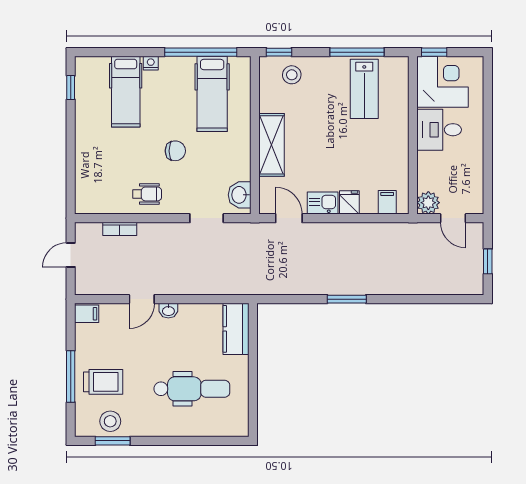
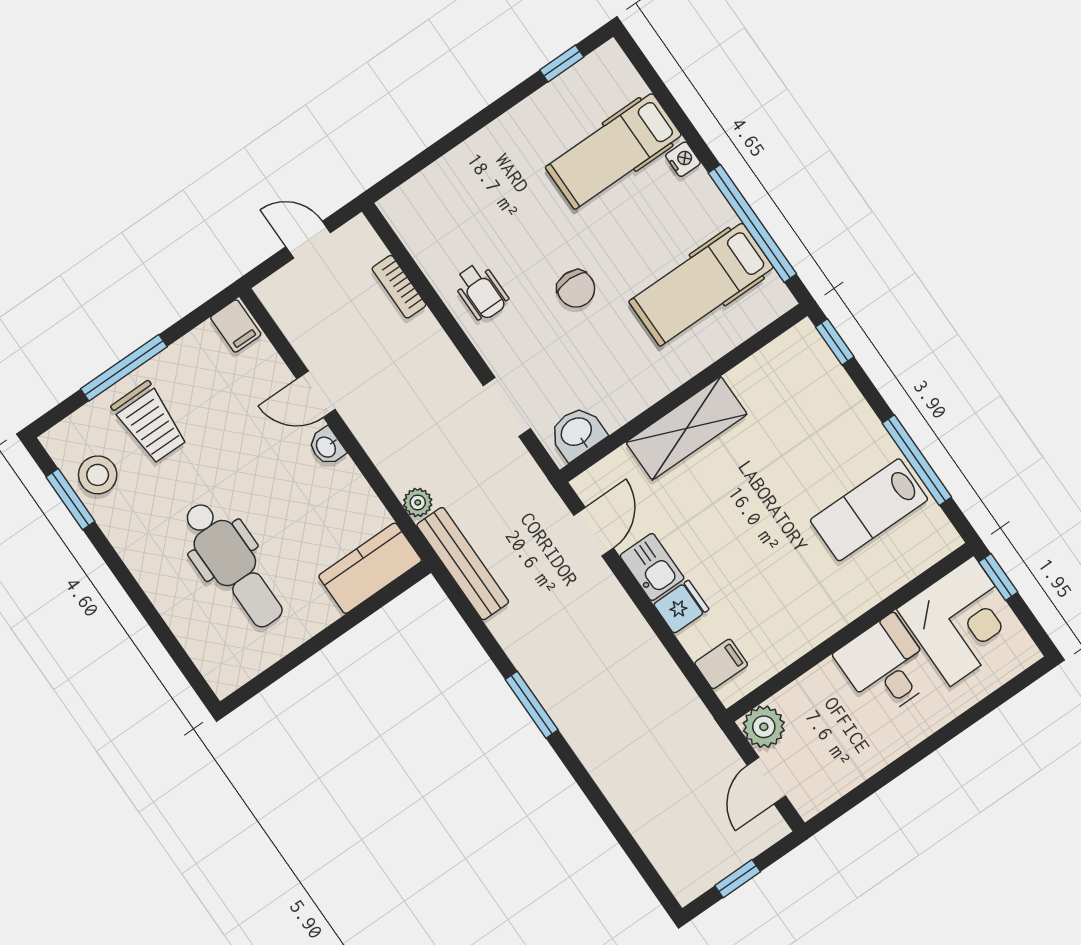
stool: (292, 75) -> (814, 385), removed
bench: (263, 286) -> (463, 564), added
plant: (221, 287) -> (418, 502), added

